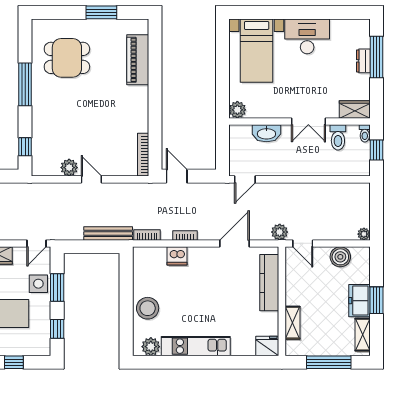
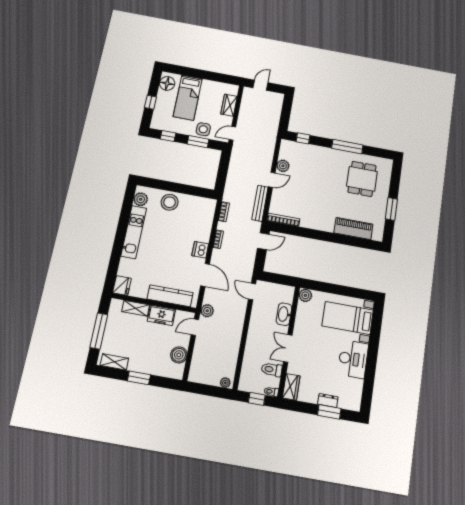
window: (377, 57) -> (329, 412), width x0.69
bench: (108, 233) -> (260, 203), moved
plant: (364, 234) -> (225, 383), moved
door: (36, 243) -> (232, 133), hinge flipped
dishwasher: (177, 256) -> (200, 250), moved
freezer: (360, 301) -> (161, 315), moved, turned 180

